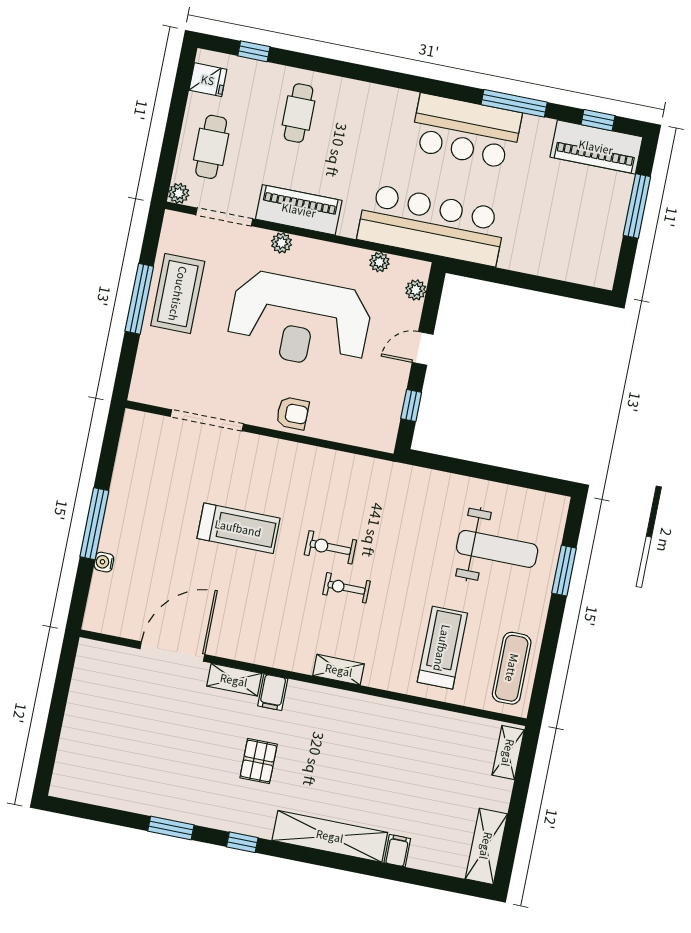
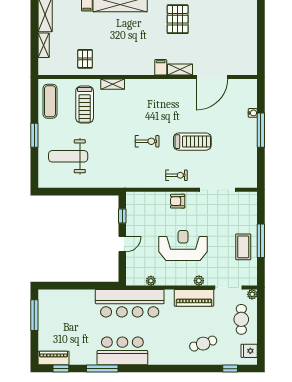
cafe table: (299, 113) -> (203, 344), turned 72
piano: (596, 147) -> (54, 358), width x0.73, depth x0.75
window: (637, 206) -> (34, 315), moved
plant: (416, 290) -> (131, 271), removed
coffee table: (178, 294) -> (243, 247), width x0.73, depth x0.76
reception desk: (300, 321) -> (183, 246), width x0.74, depth x0.77
treadmill: (238, 528) -> (192, 142), turned 180
window: (564, 571) -> (34, 135), moved
exercise bike: (346, 588) -> (176, 175), moved
shelving: (339, 670) -> (113, 84), moved
pallet: (423, 740) -> (85, 59), added
shelving: (508, 753) -> (44, 45), moved
pallet: (259, 761) -> (178, 19), moved, width x1.50, depth x1.42

